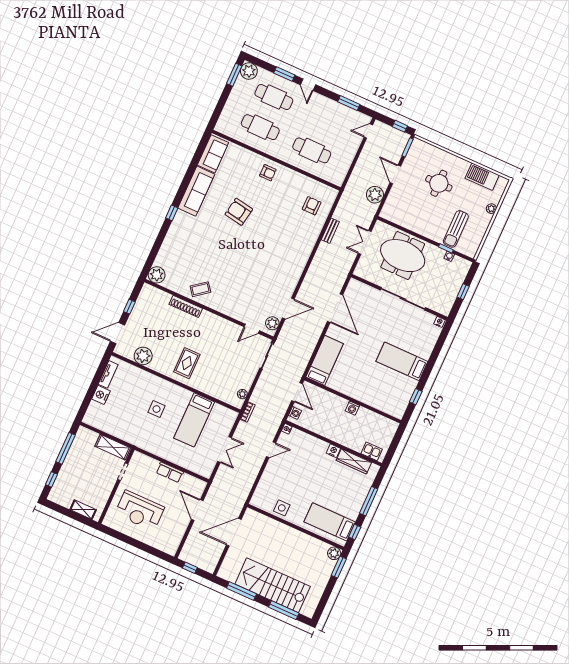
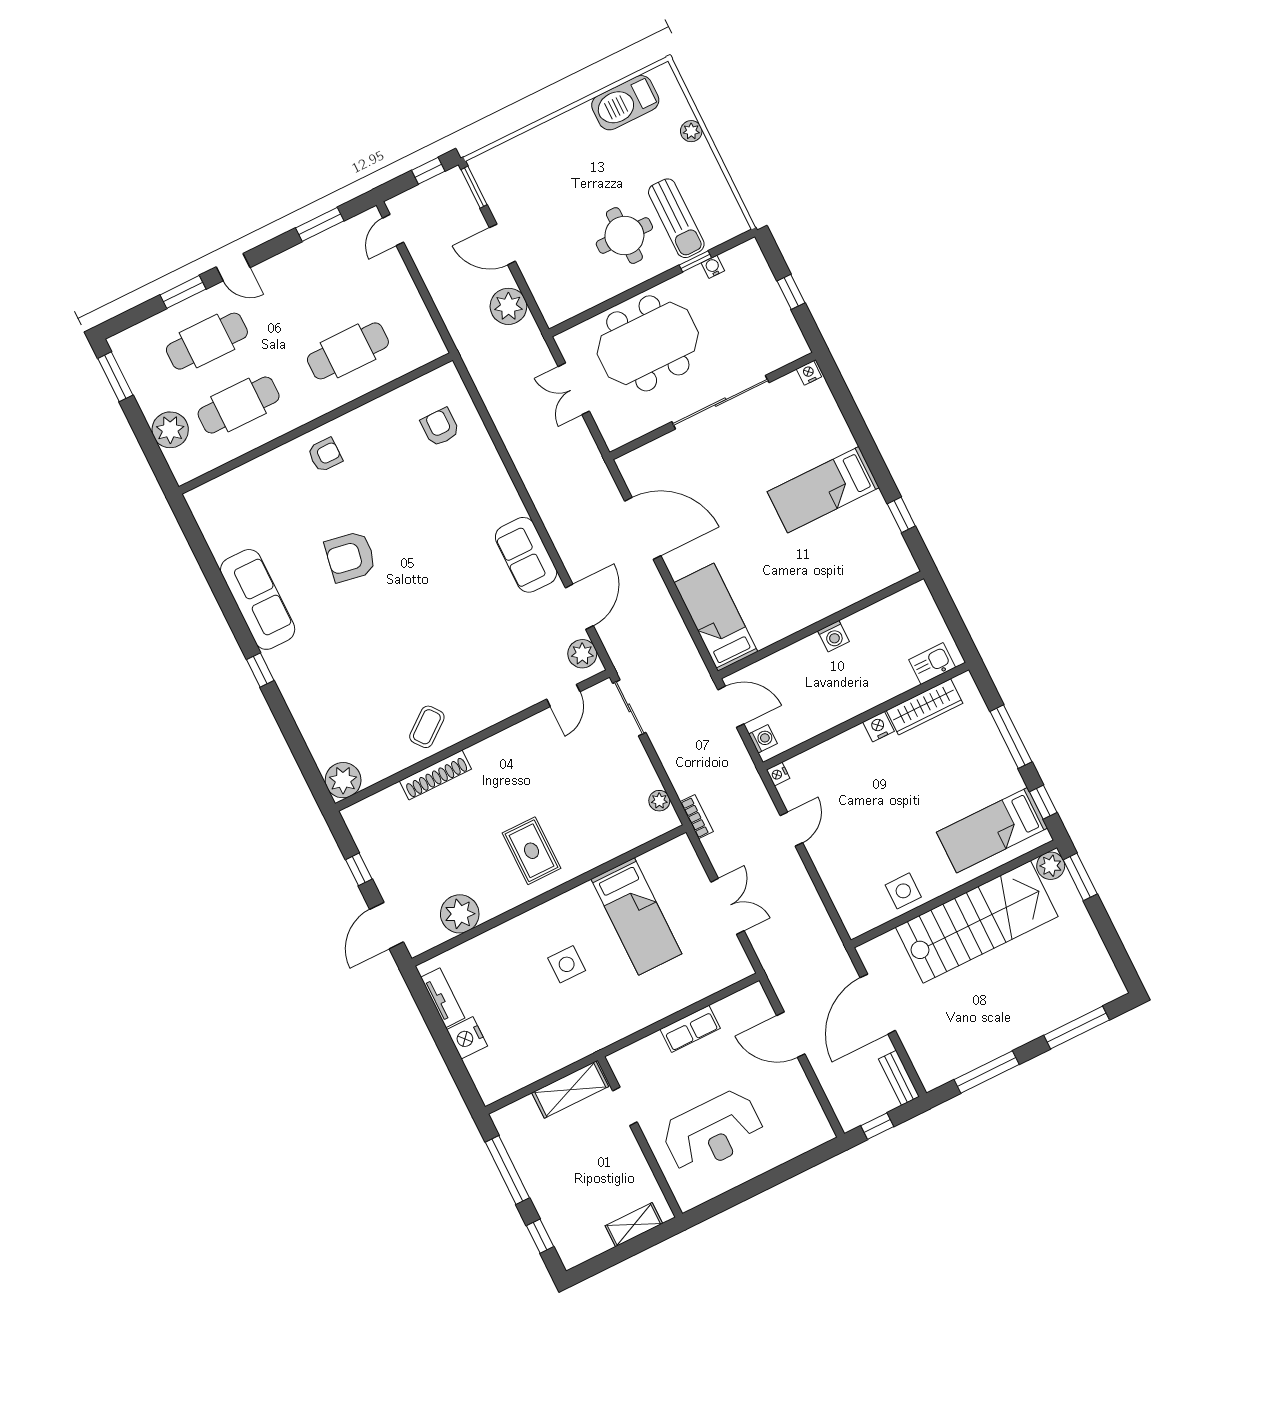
plant: (249, 71) -> (170, 430), moved
sofa: (213, 154) -> (526, 555), moved, turned 180
round table: (439, 183) -> (624, 236), moved
bench: (330, 231) -> (899, 1078), moved
stairs: (273, 585) -> (977, 922), moved, turned 180

